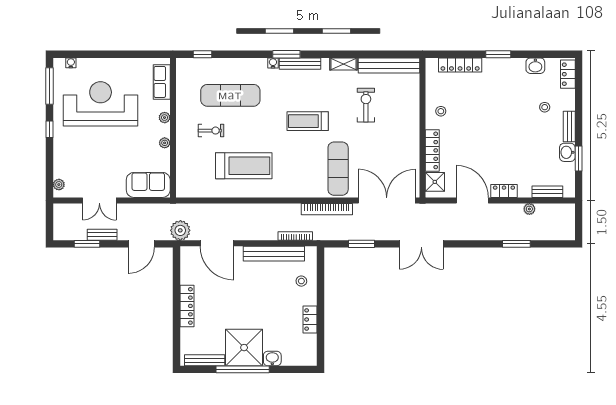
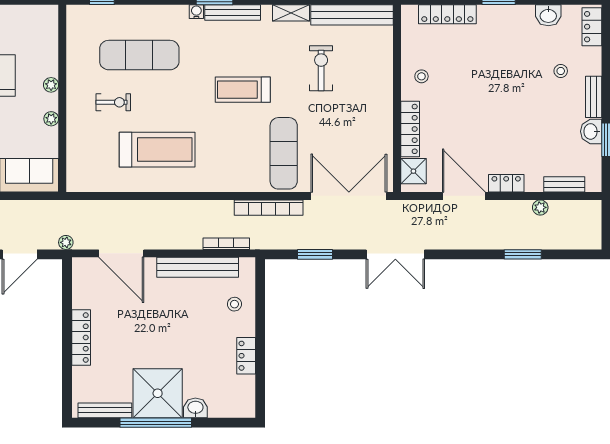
row of seats: (162, 82) -> (47, 37), removed
plant: (180, 230) -> (66, 242), width x0.53, depth x0.53

